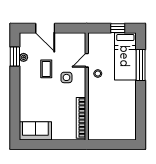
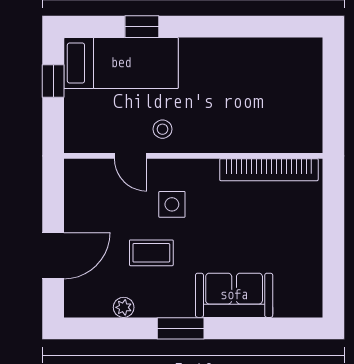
window: (15, 56) -> (181, 328), moved
window: (141, 65) -> (142, 27), width x0.46
sofa: (35, 131) -> (234, 295), moved, turned 90

